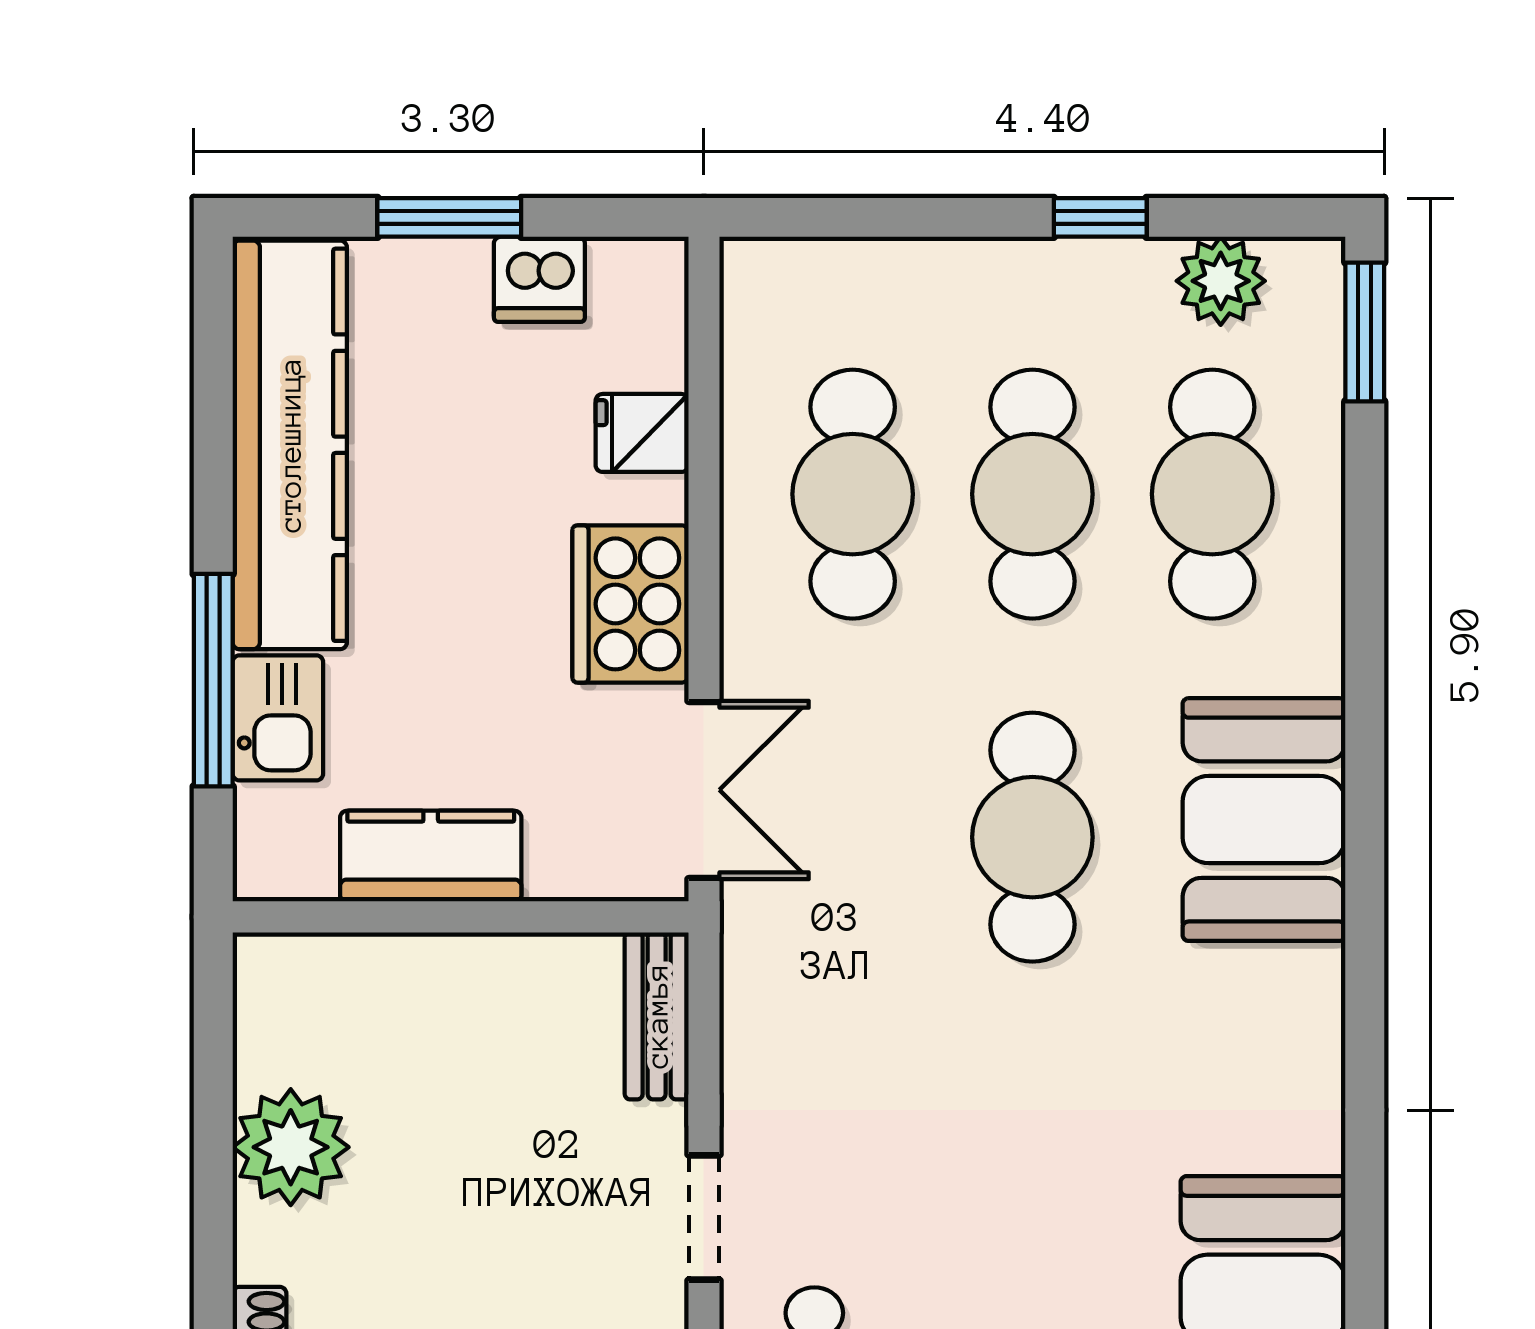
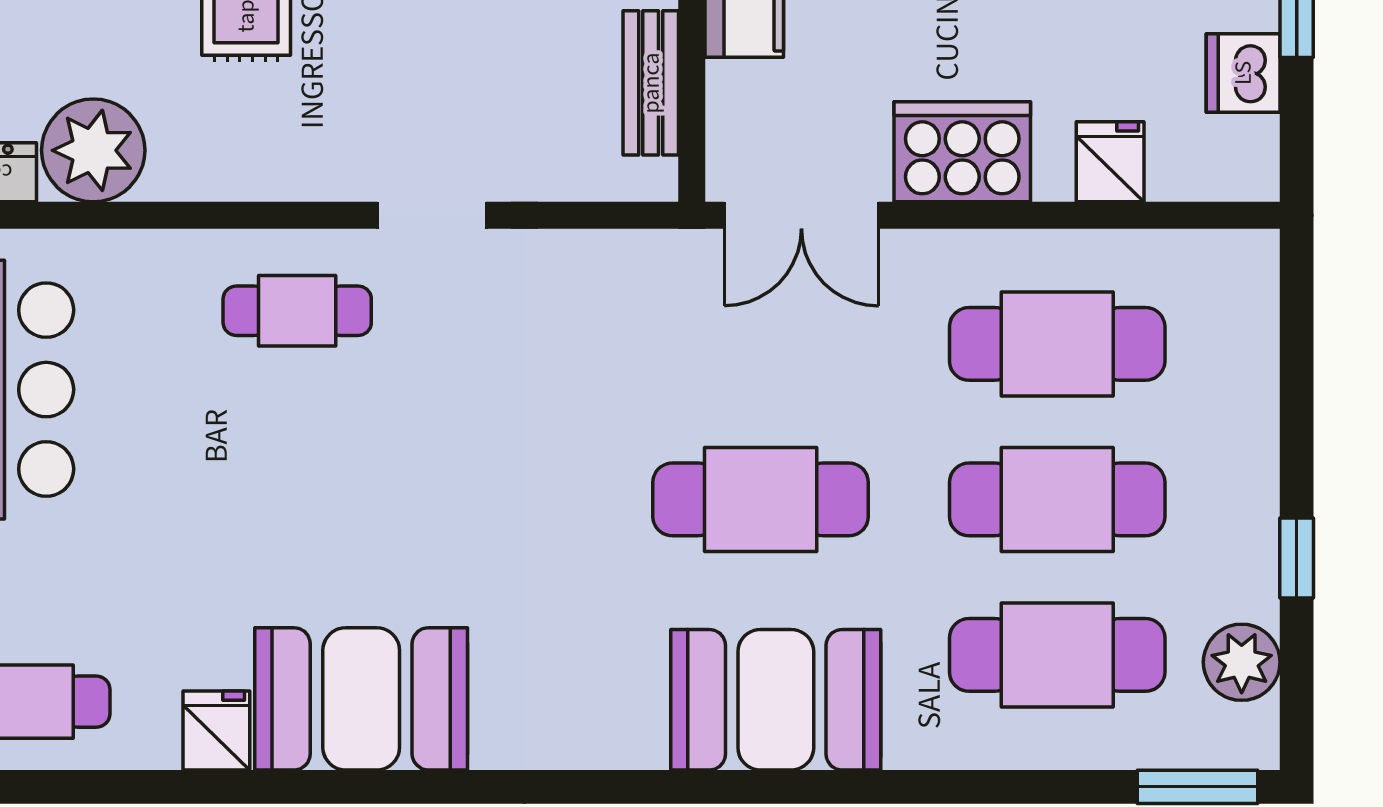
bench: (657, 1016) -> (651, 83), moved, turned 90

